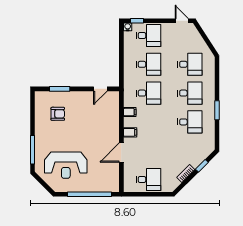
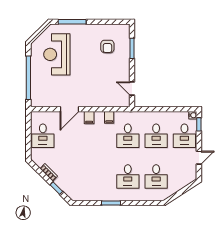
door: (182, 21) -> (199, 158), moved
desk: (190, 122) -> (99, 176), removed
door: (121, 152) -> (69, 109), swing flipped

